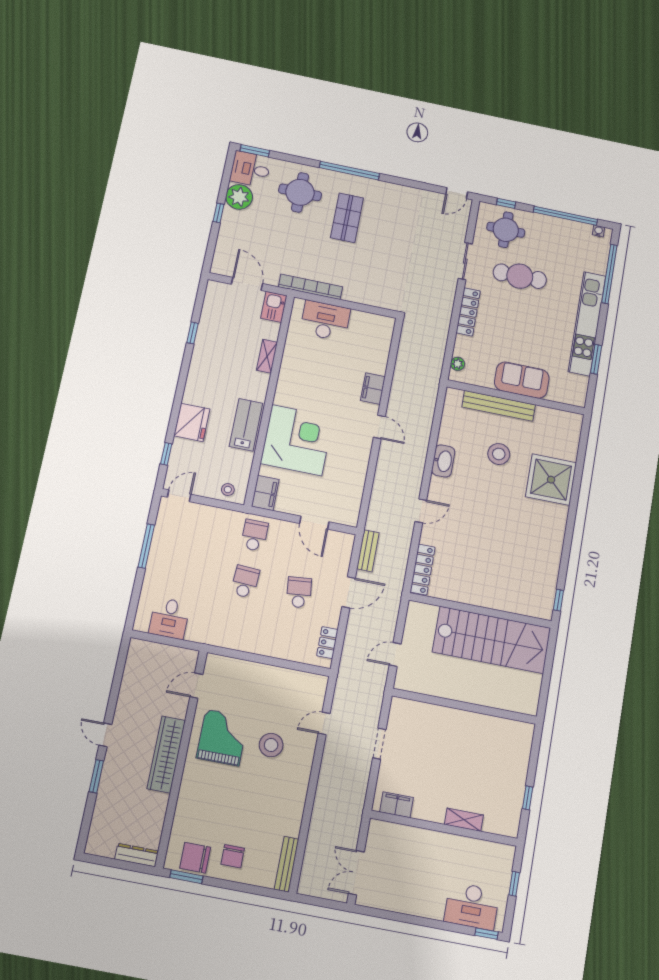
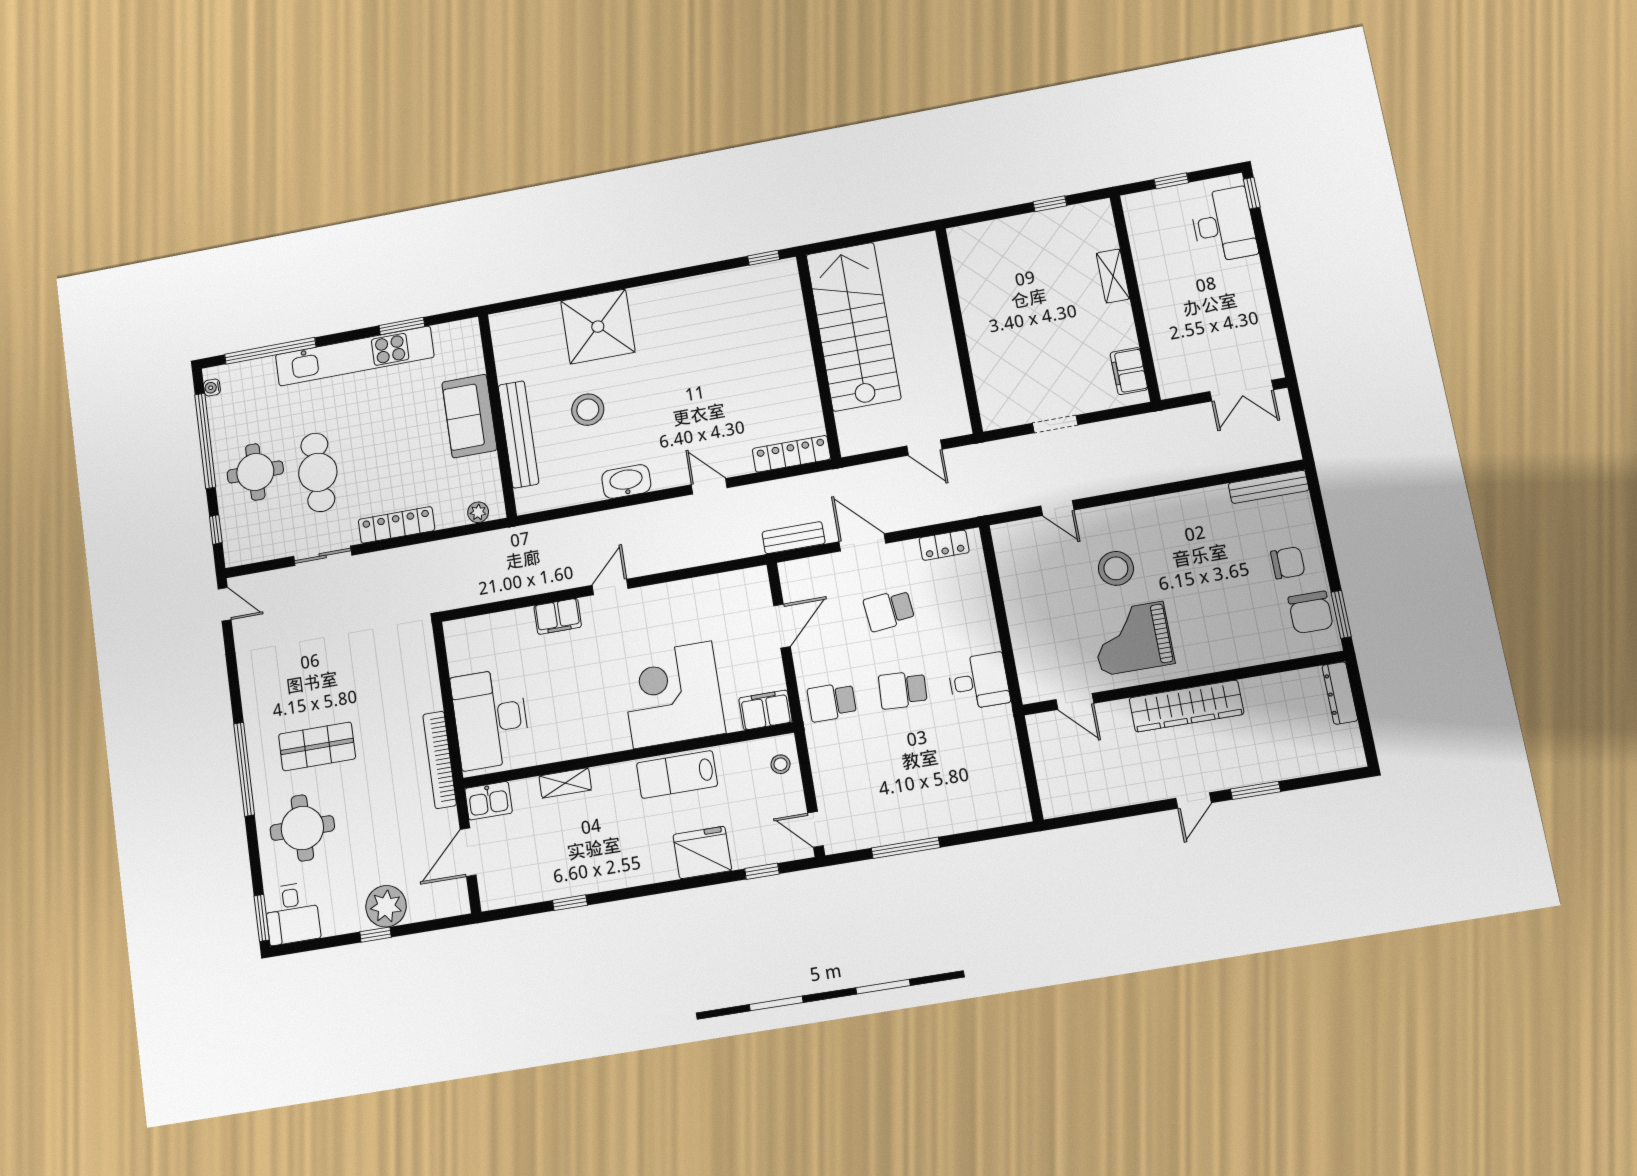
plant: (239, 197) -> (386, 906), moved
round table: (506, 230) -> (255, 472), moved
desk: (325, 321) -> (491, 719), width x1.36, depth x1.30
desk: (169, 618) -> (979, 681), moved

